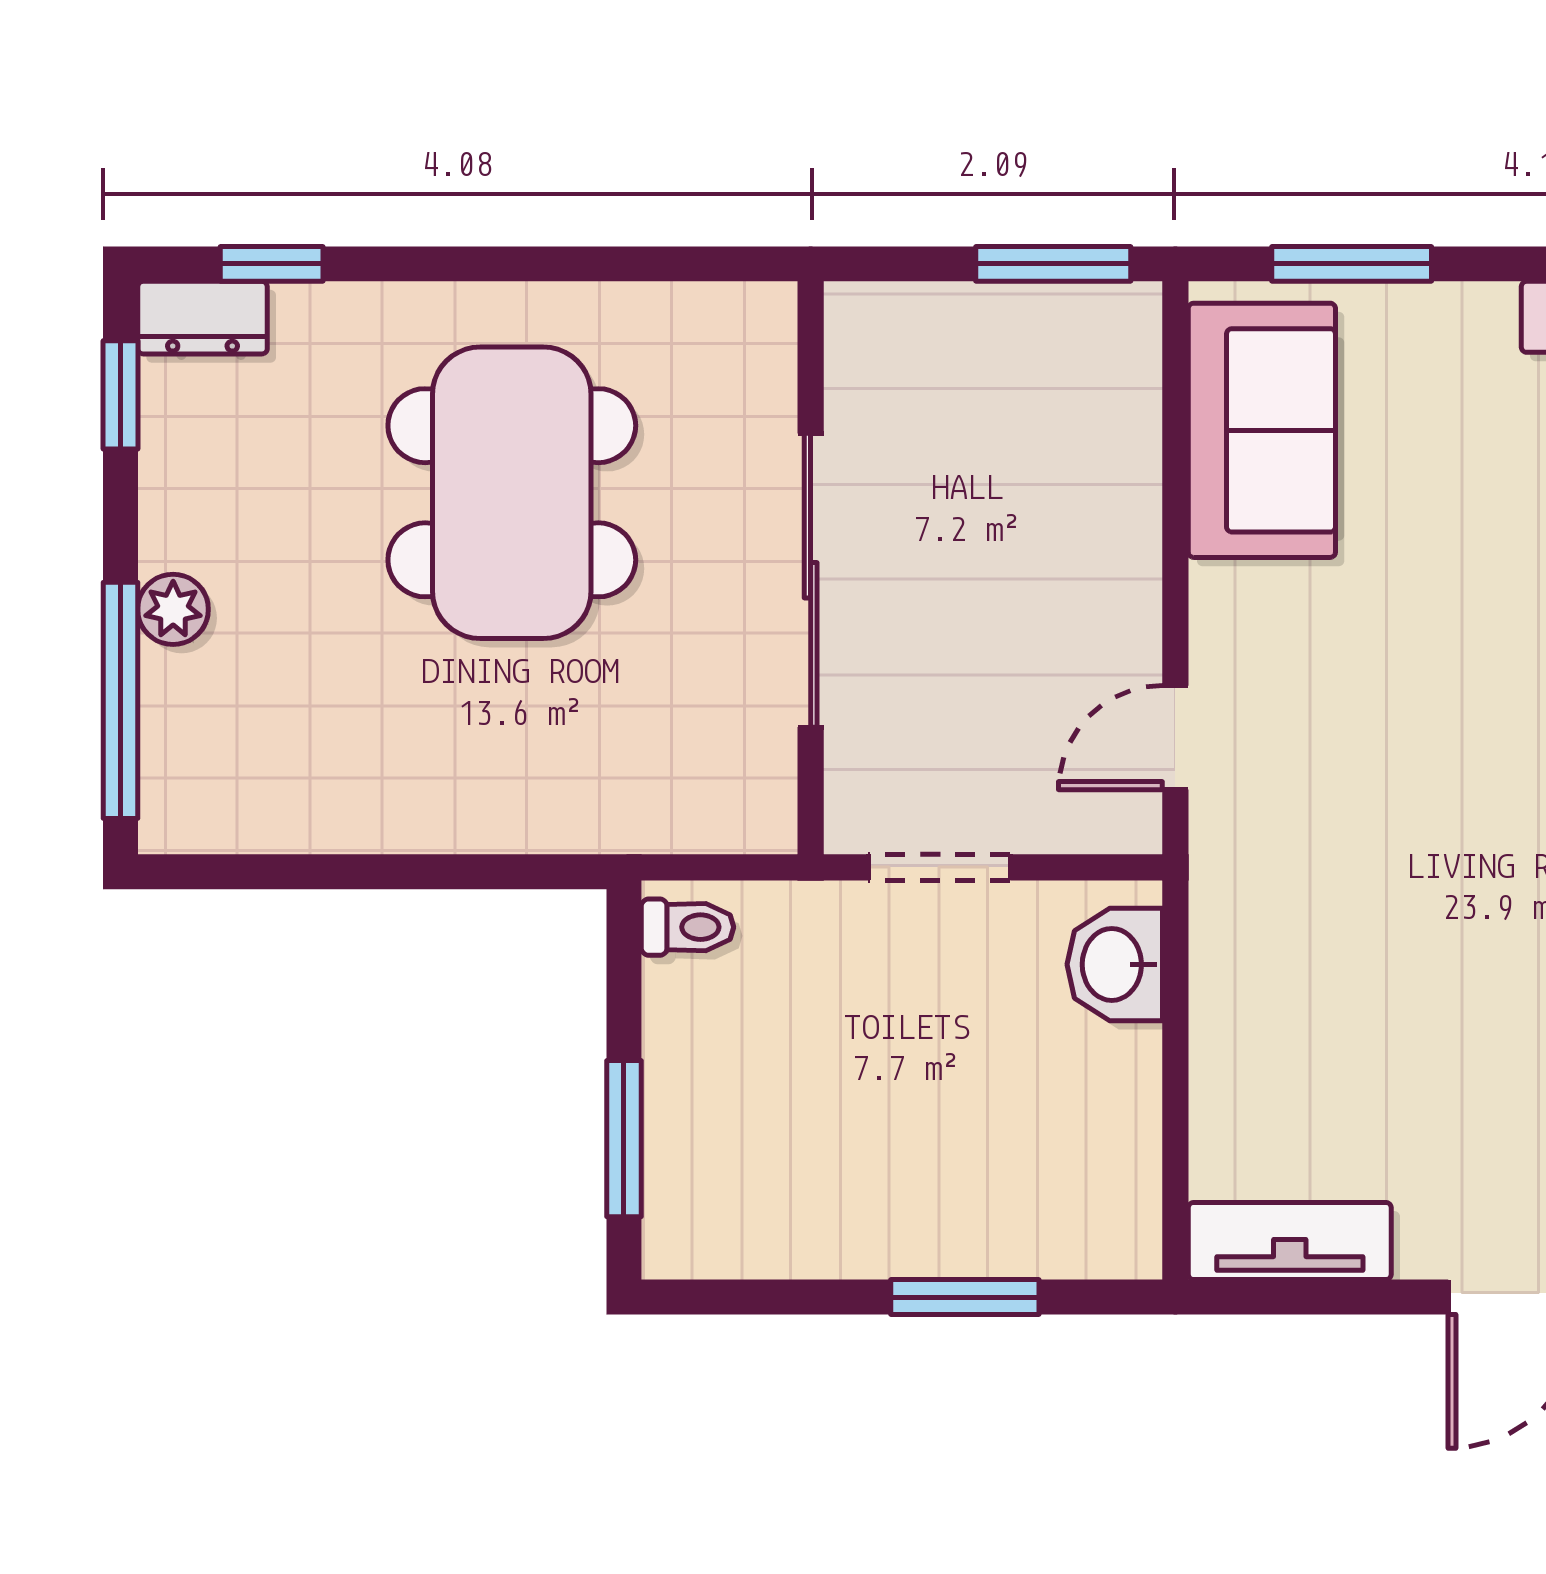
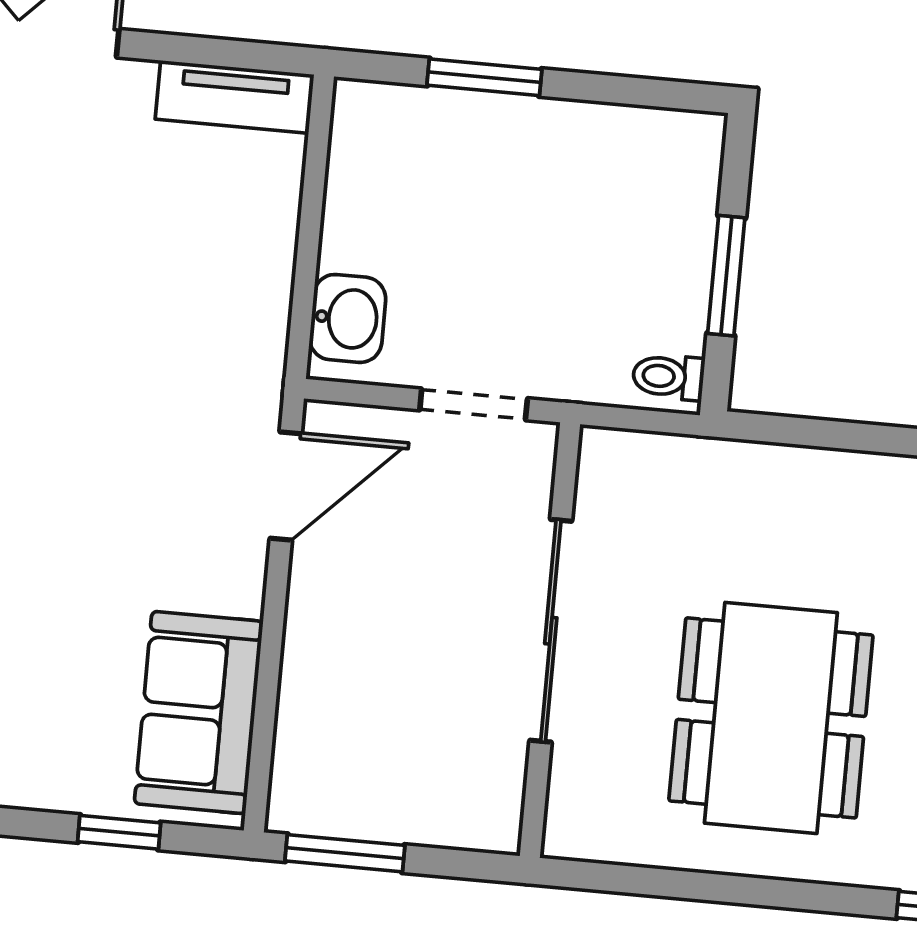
window: (1352, 264) -> (119, 832), width x0.67
door: (1175, 738) -> (286, 486), width x1.38
window: (624, 1139) -> (726, 276), moved

